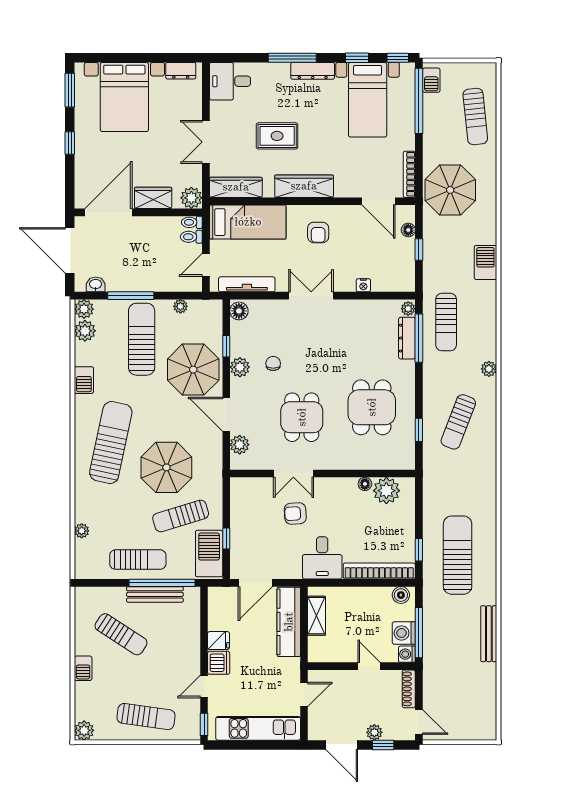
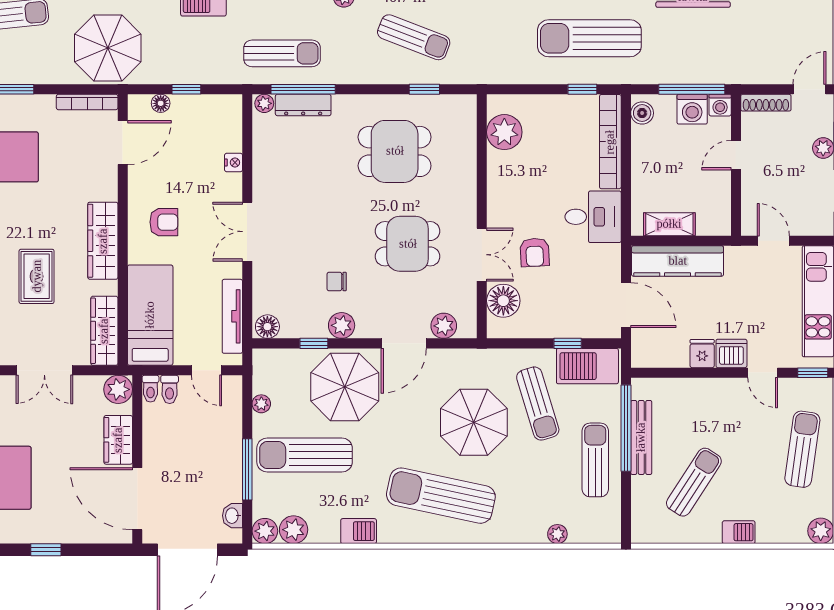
floor lamp: (365, 484) -> (503, 301), moved, width x1.89, depth x1.89

